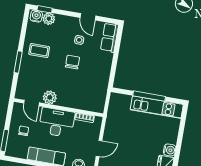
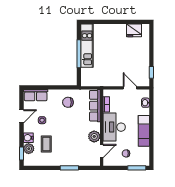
water cooler: (36, 16) -> (28, 138), moved
coffee table: (39, 51) -> (46, 144), moved
chair: (72, 62) -> (68, 102), moved
row of seats: (85, 104) -> (95, 106), added
water cooler: (170, 150) -> (121, 29), removed

